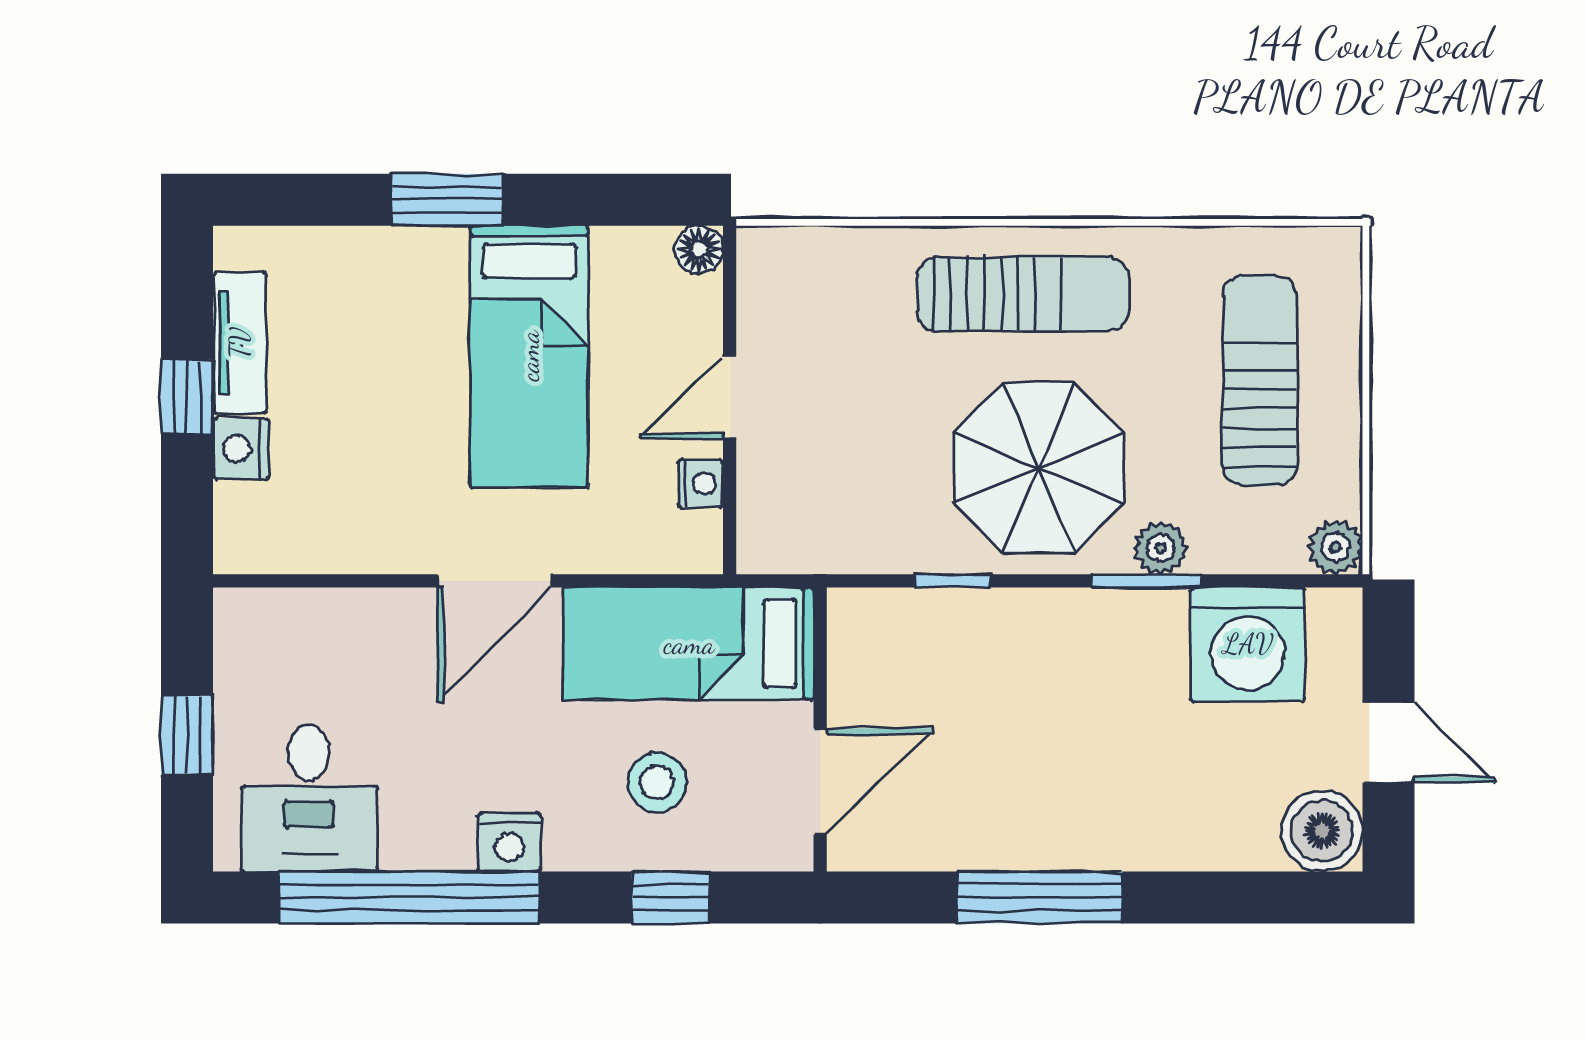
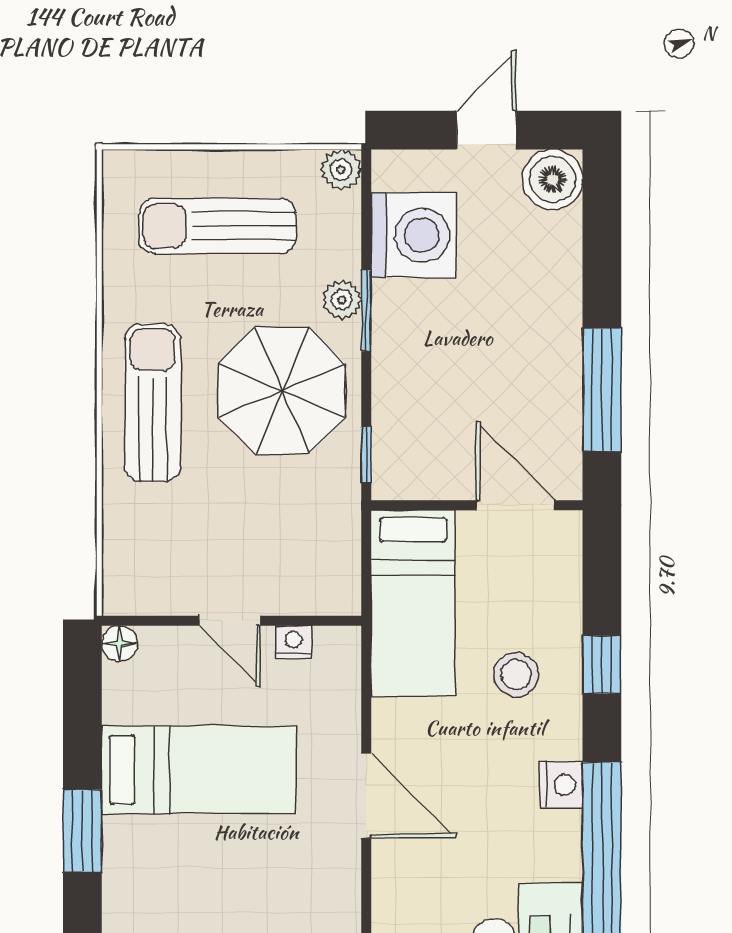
bed: (689, 644) -> (413, 603), moved
wall: (820, 729) -> (477, 505), moved
door: (820, 781) -> (516, 505), moved

